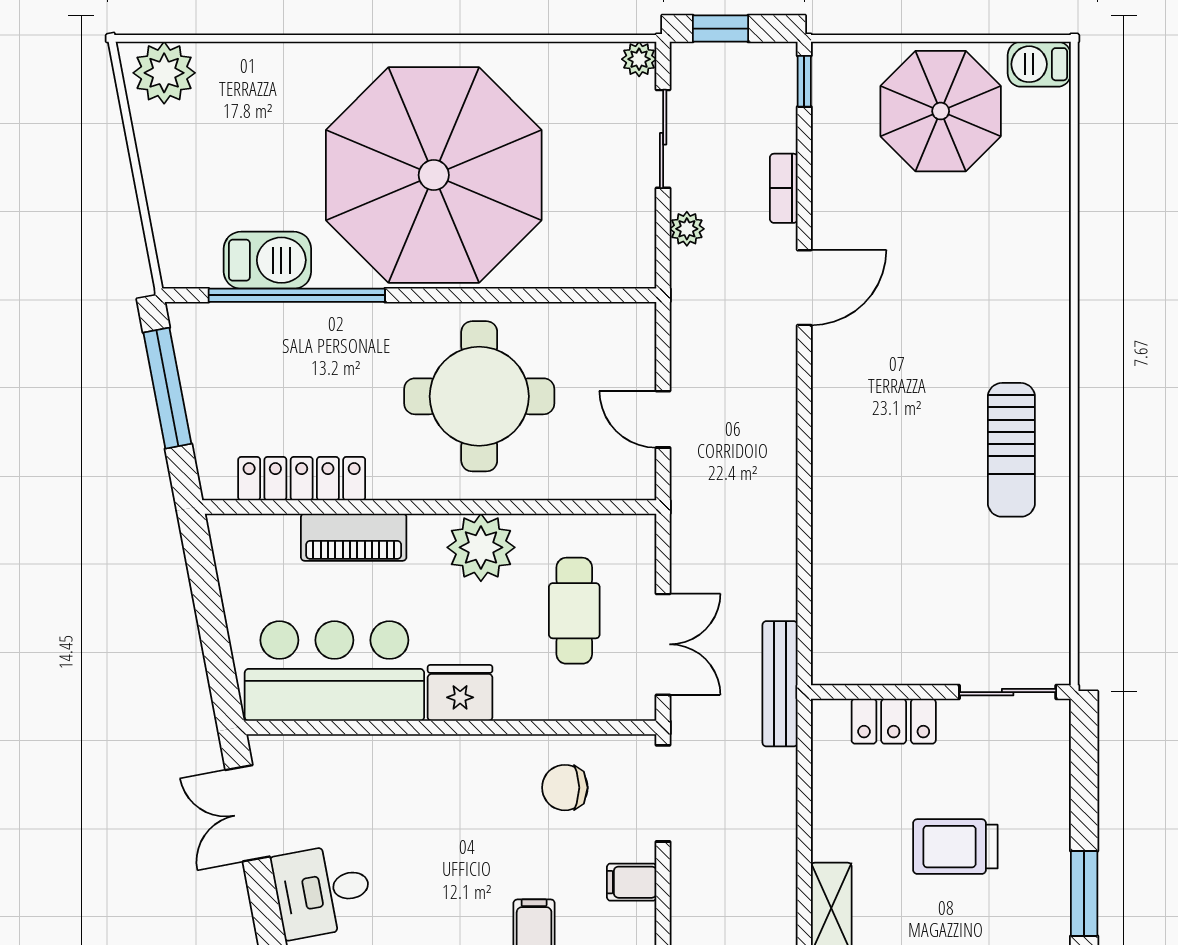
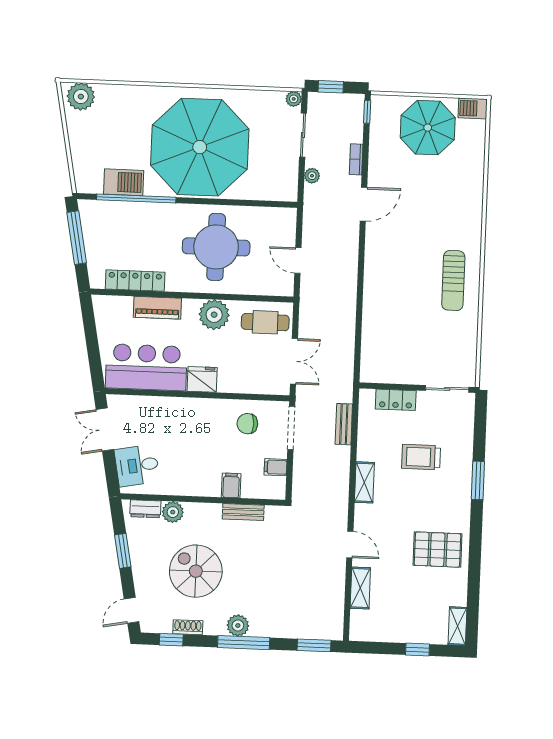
cafe table: (574, 611) -> (265, 322), moved, turned 90
bench: (780, 684) -> (344, 424), moved, width x0.73

